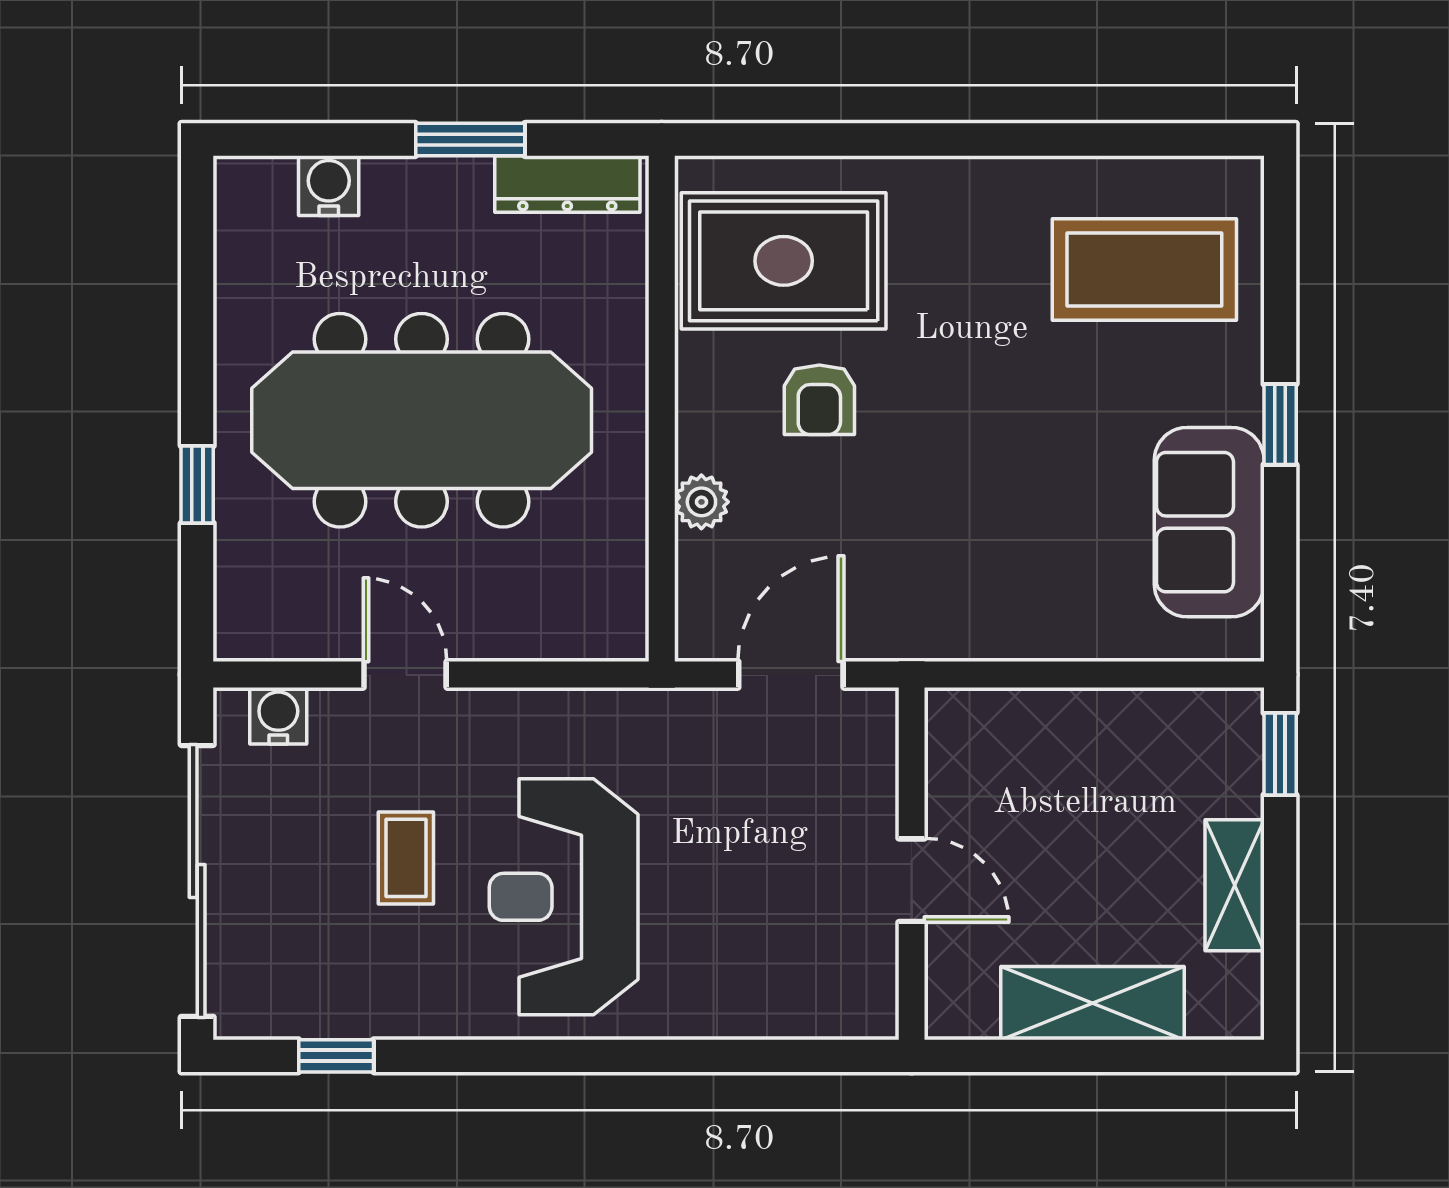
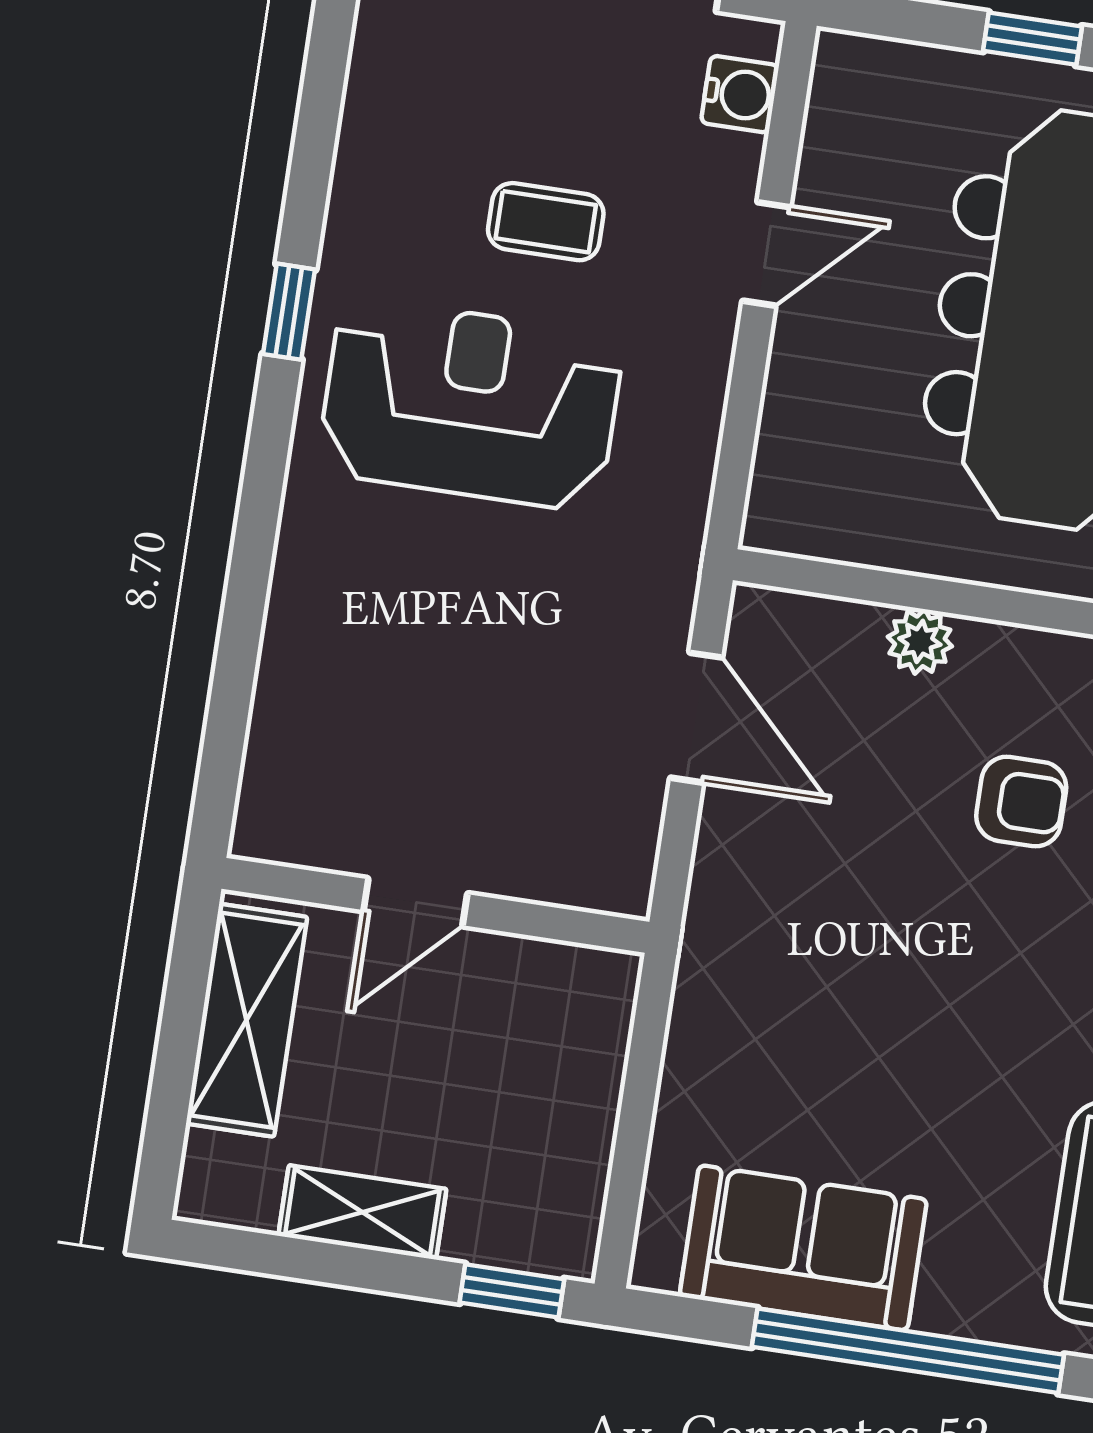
armchair: (819, 400) -> (1021, 802), turned 180
window: (1280, 424) -> (908, 1351), width x3.17
wall: (912, 864) -> (435, 905), moved
door: (912, 880) -> (415, 902), moved
window: (336, 1056) -> (289, 312), moved

